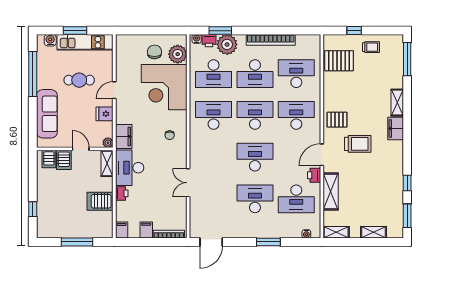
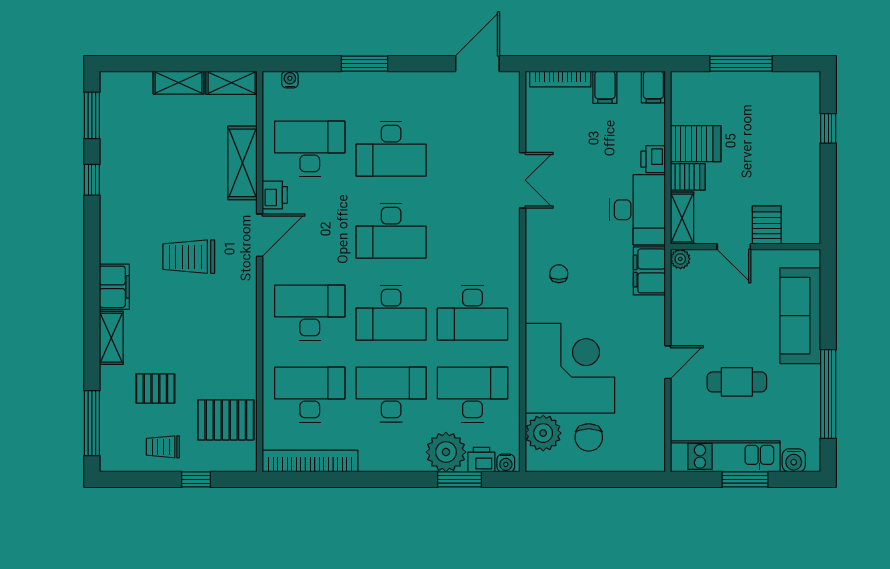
bookcase: (271, 40) -> (310, 461), moved
desk: (296, 74) -> (310, 395), turned 180
fridge: (105, 114) -> (687, 316), removed
desk: (296, 115) -> (310, 313), turned 180
pallet: (337, 120) -> (155, 388), moved
server rack: (49, 159) -> (688, 177), moved, turned 90
shelving: (374, 232) -> (179, 83), moved

